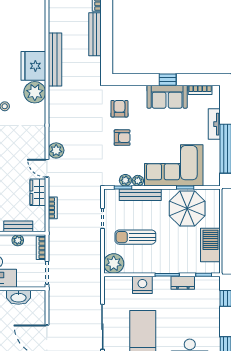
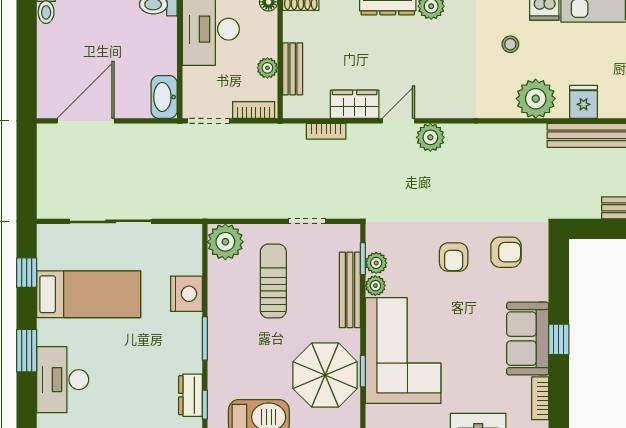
fridge: (33, 66) -> (584, 102), width x0.53, depth x0.75
dresser: (183, 283) -> (190, 395), moved
washbasin: (18, 297) -> (164, 97), moved

